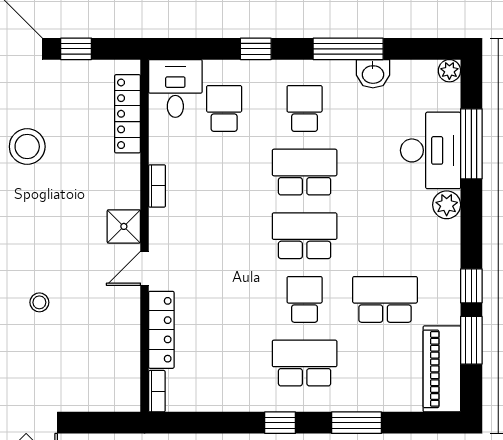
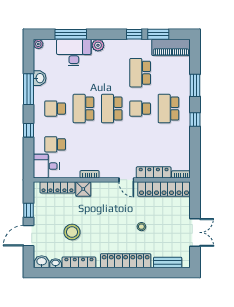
shower: (124, 226) -> (83, 189), moved
locker: (124, 353) -> (164, 189), added

